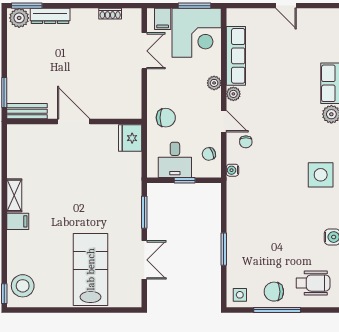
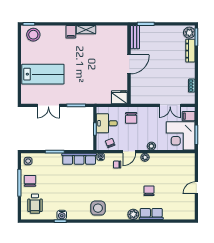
row of seats: (236, 56) -> (79, 159), moved
chair: (291, 87) -> (149, 191), added

